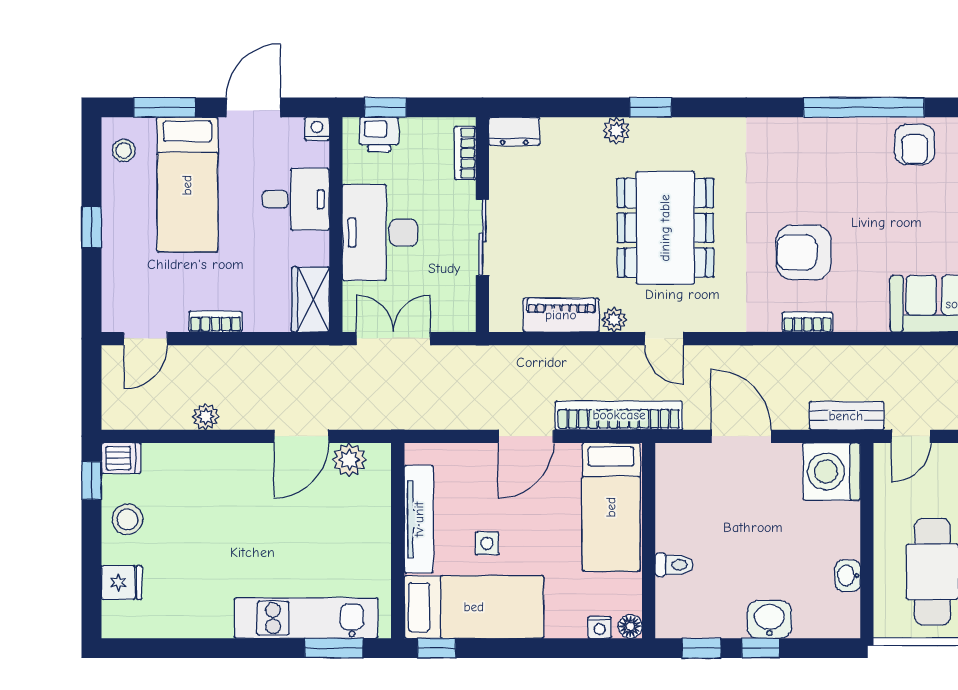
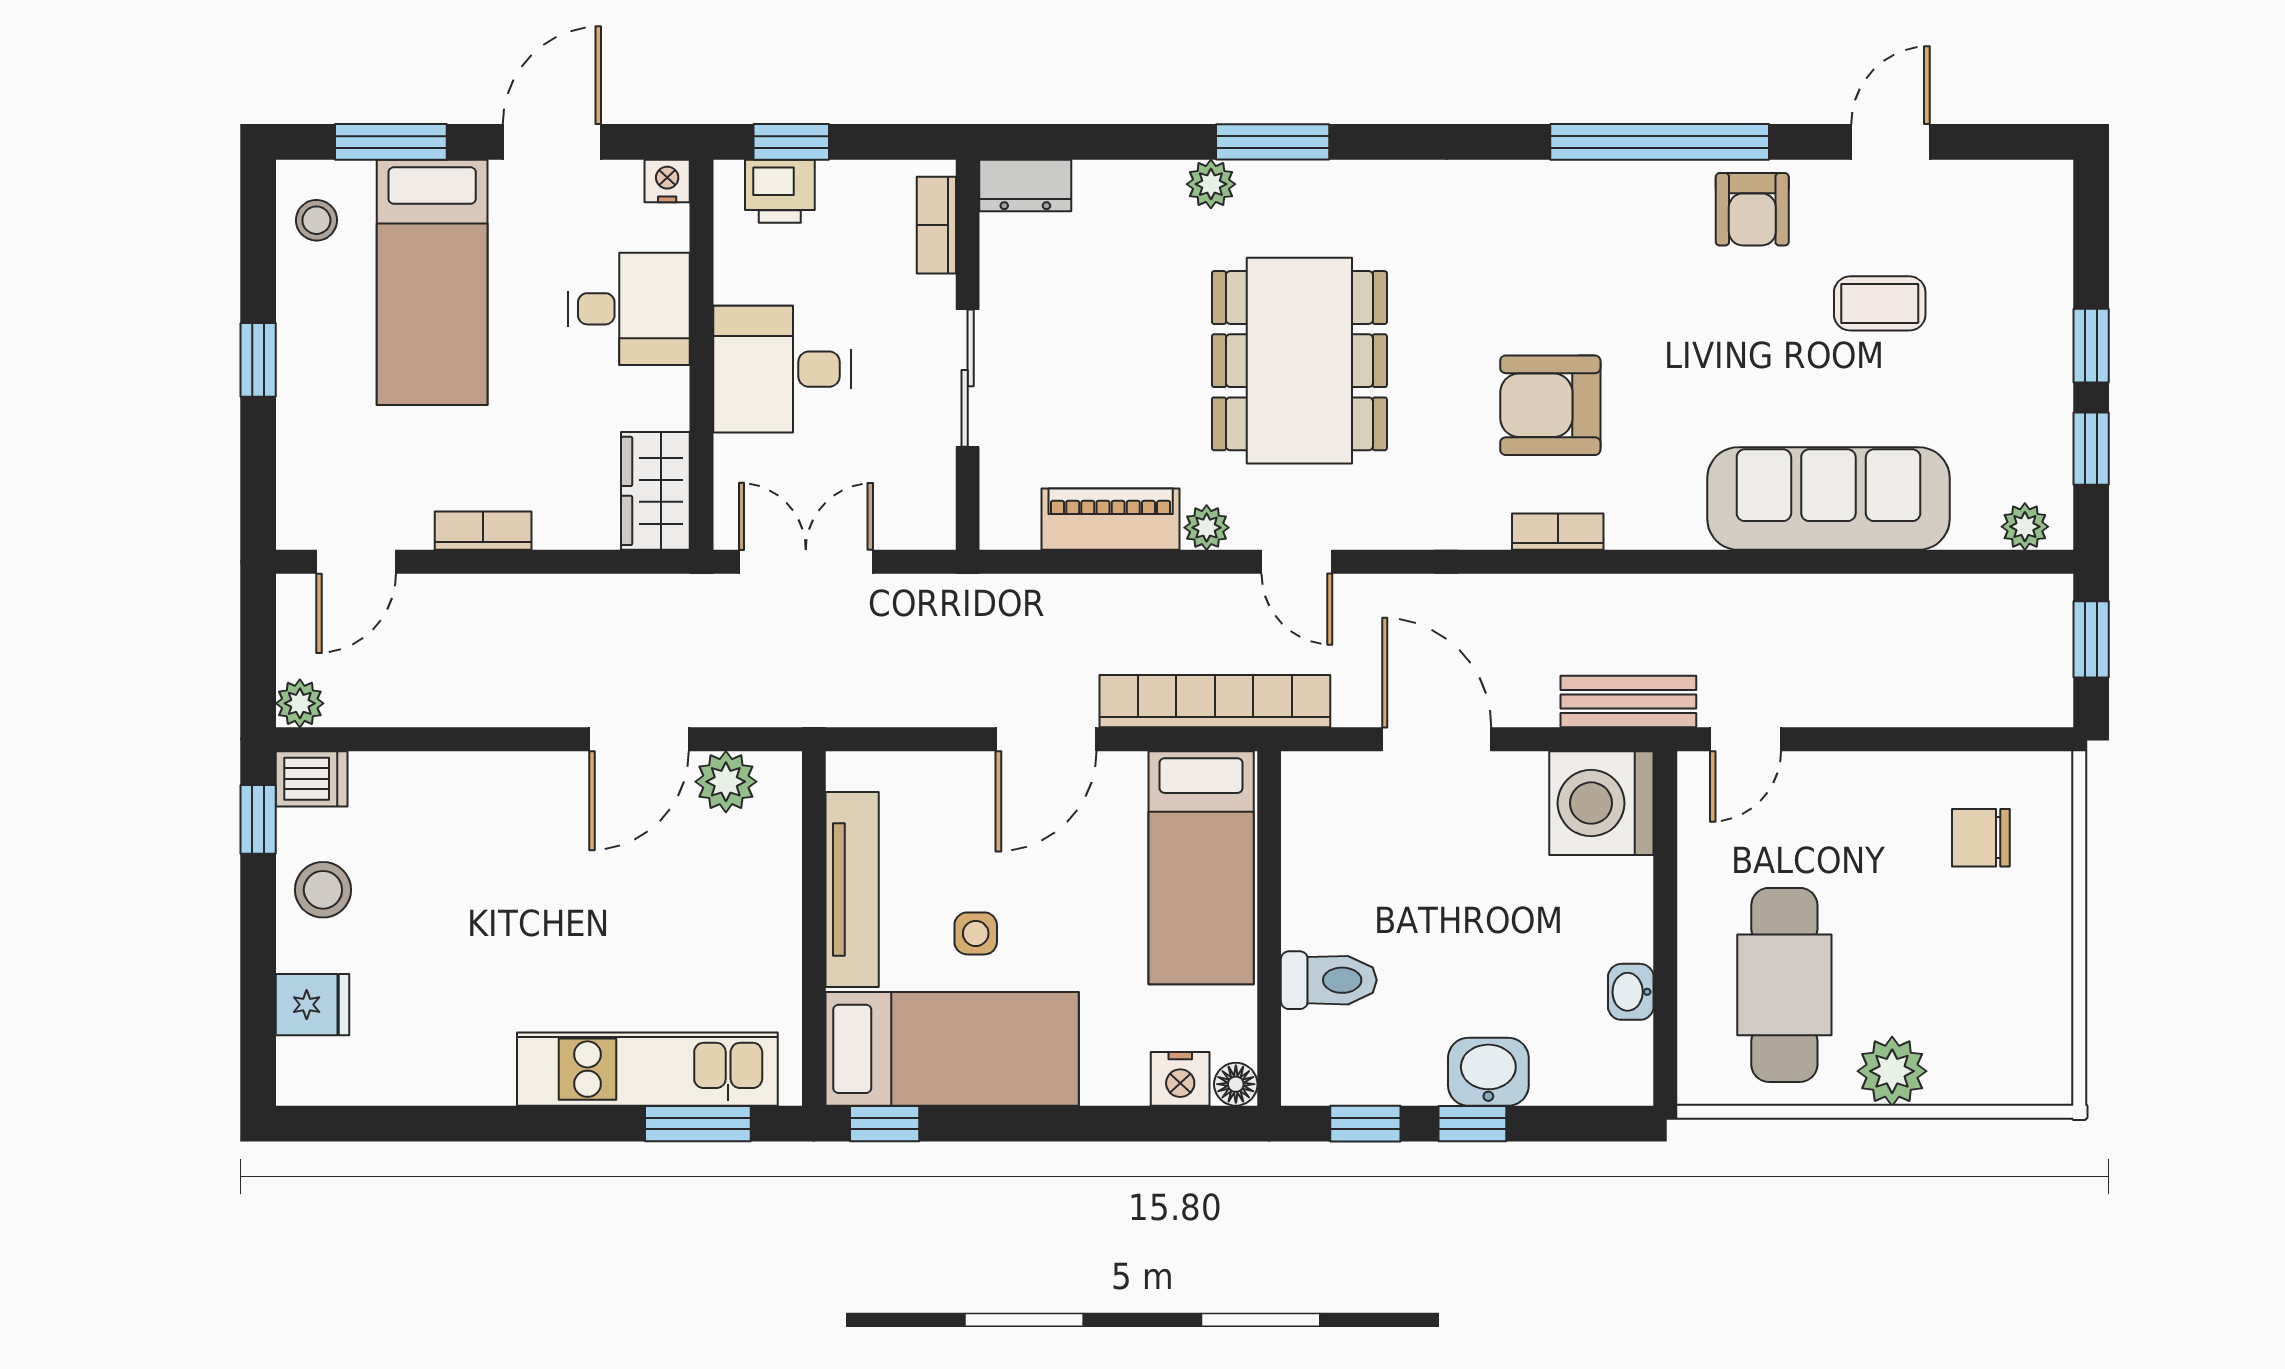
window: (651, 107) -> (1273, 142), width x1.50
desk: (380, 232) -> (782, 369), width x0.73
plant: (206, 417) -> (300, 703), moved
toilet: (674, 565) -> (1329, 980), width x1.37, depth x1.39
nightstand: (600, 627) -> (1180, 1079), width x1.39, depth x1.35

